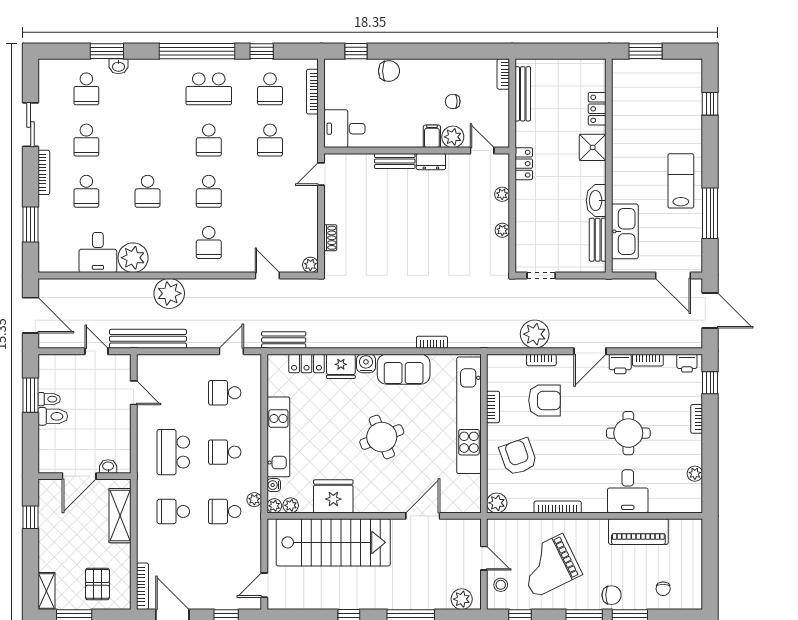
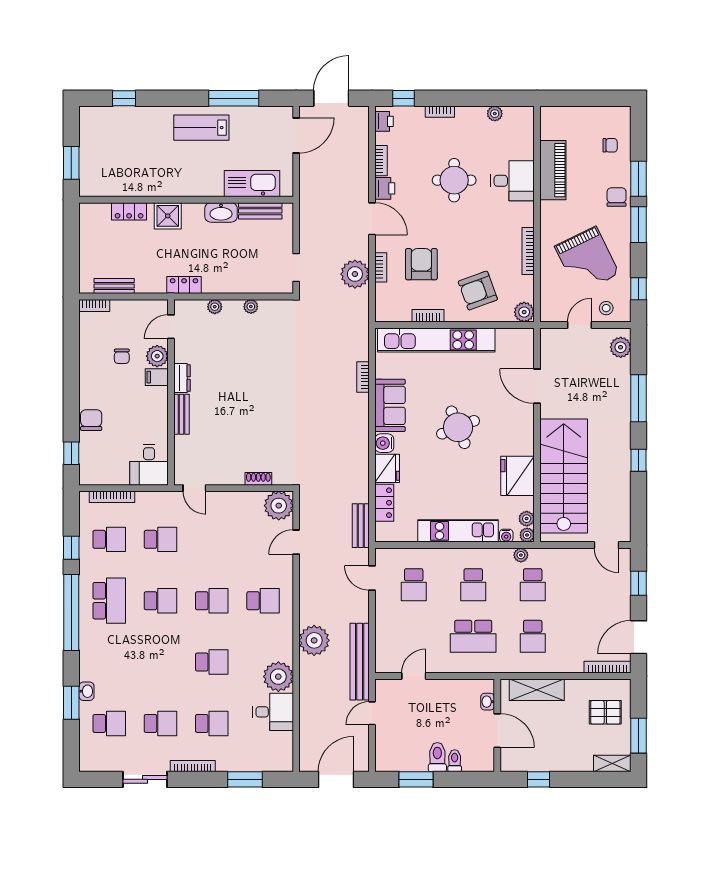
bench: (523, 94) -> (114, 286), width x0.73
plant: (310, 265) -> (279, 506), width x1.88, depth x1.88
toilet: (49, 399) -> (455, 761), moved

